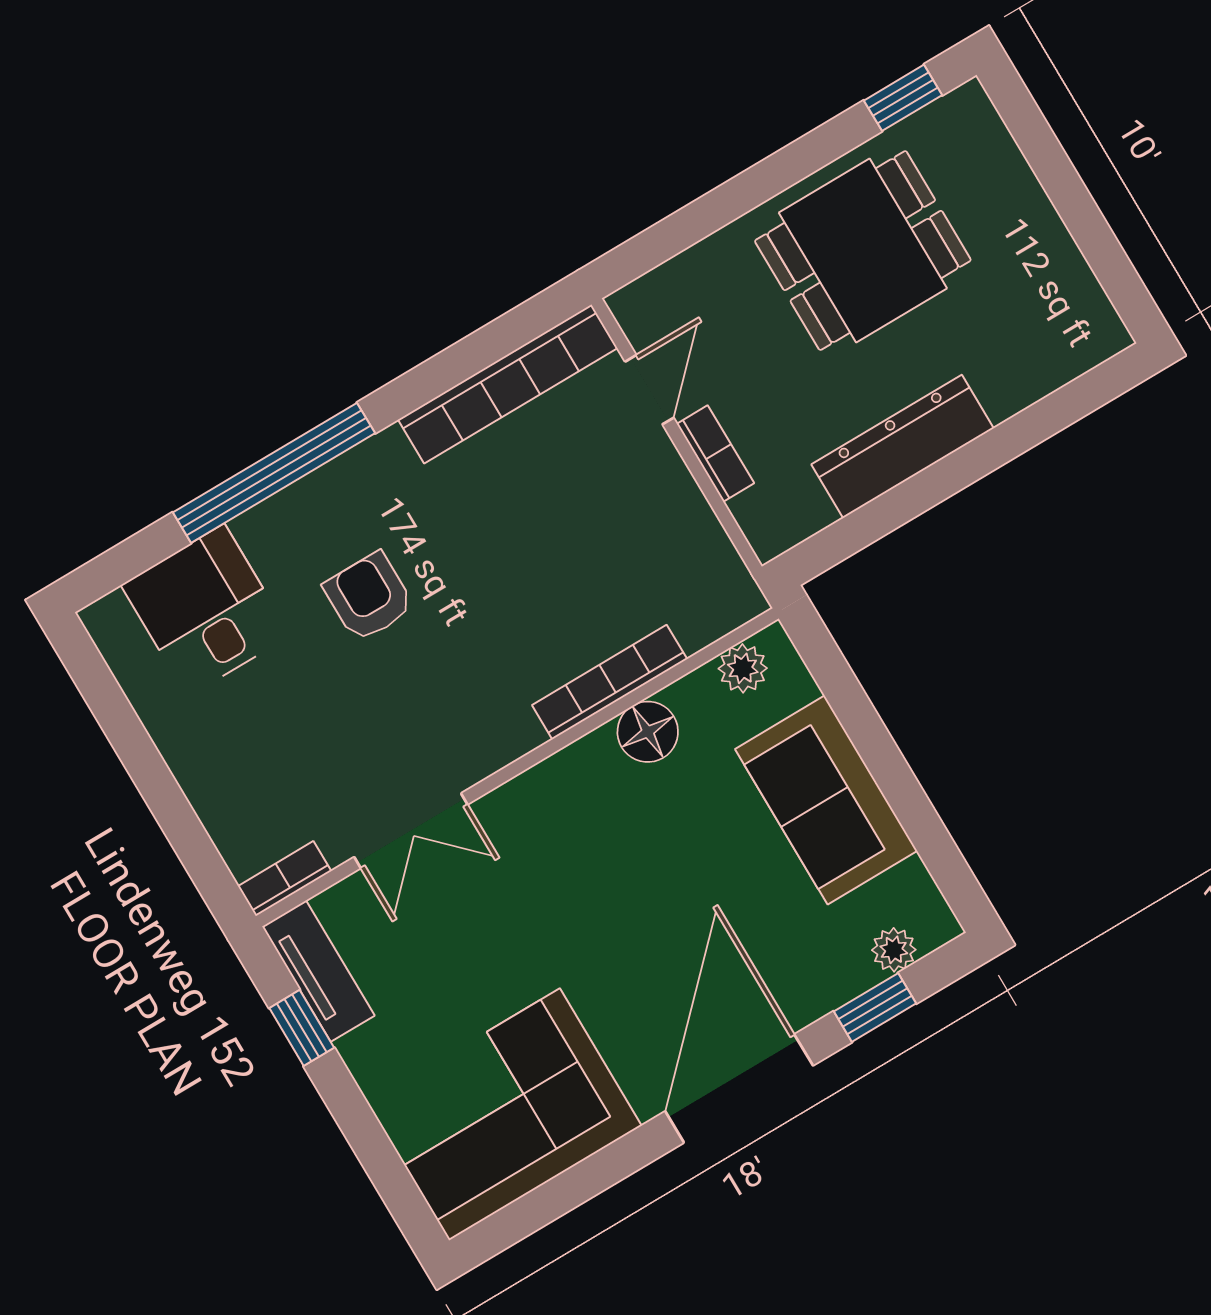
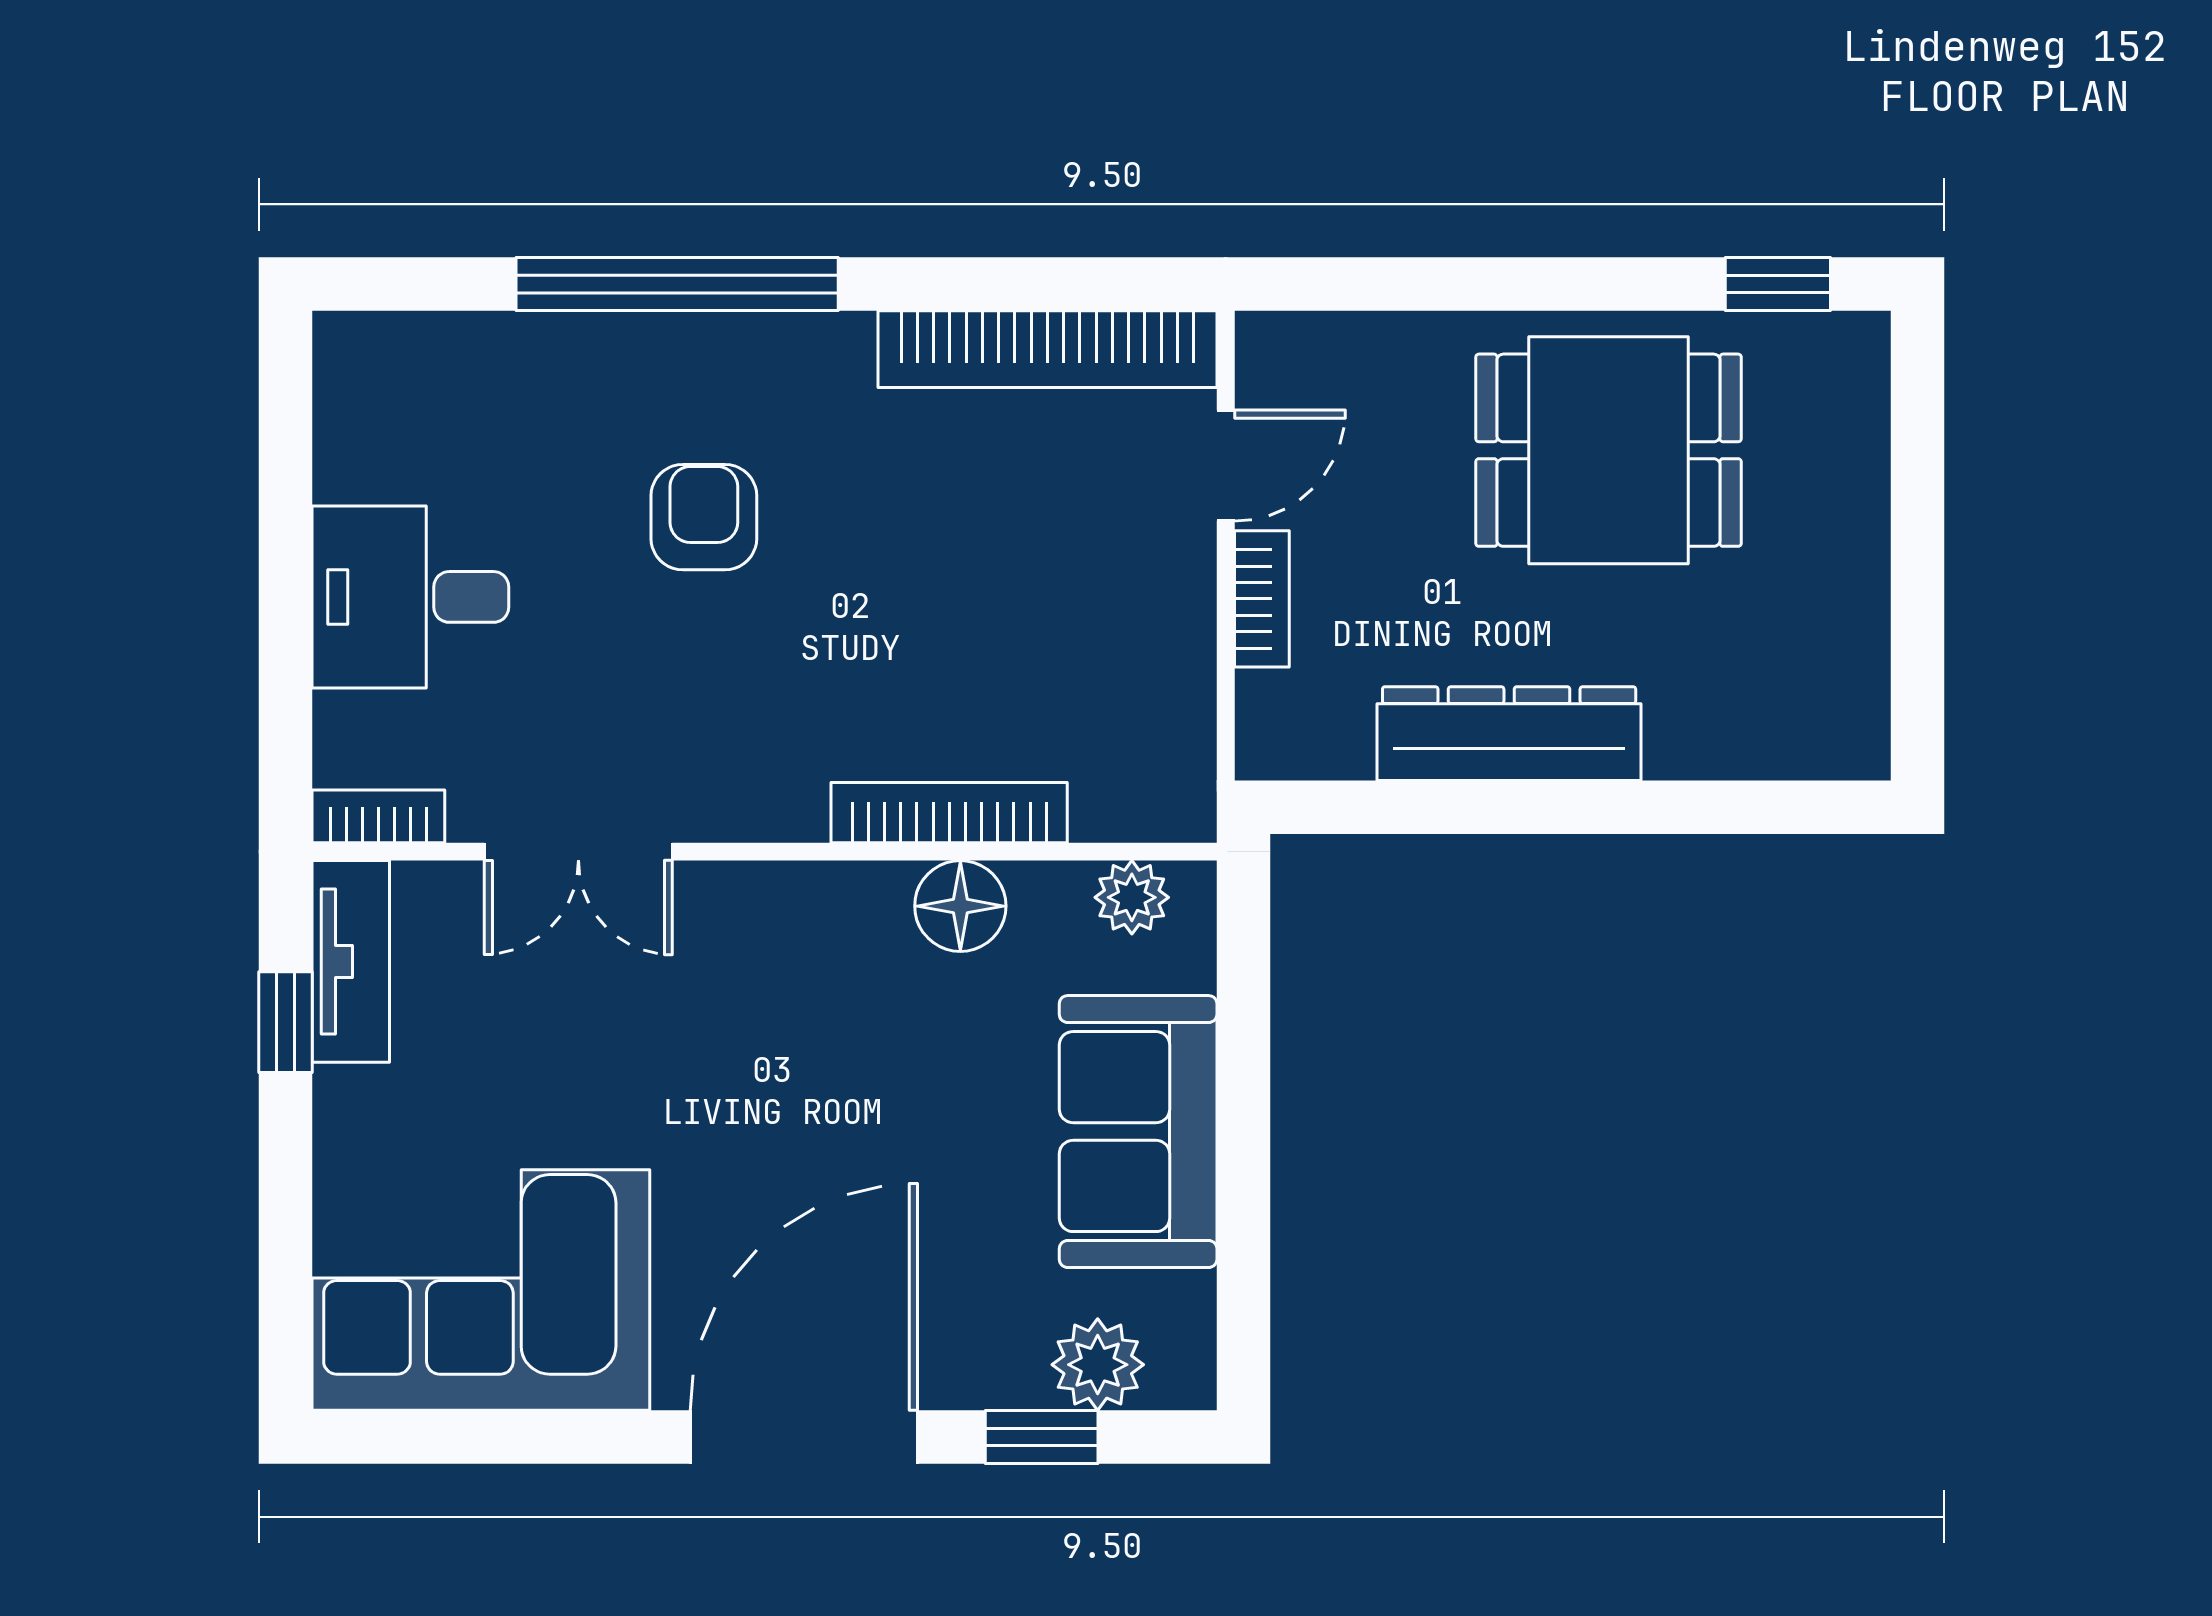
desk: (206, 610) -> (410, 597), moved, turned -90
plant: (894, 950) -> (1098, 1365), width x1.38, depth x1.38

